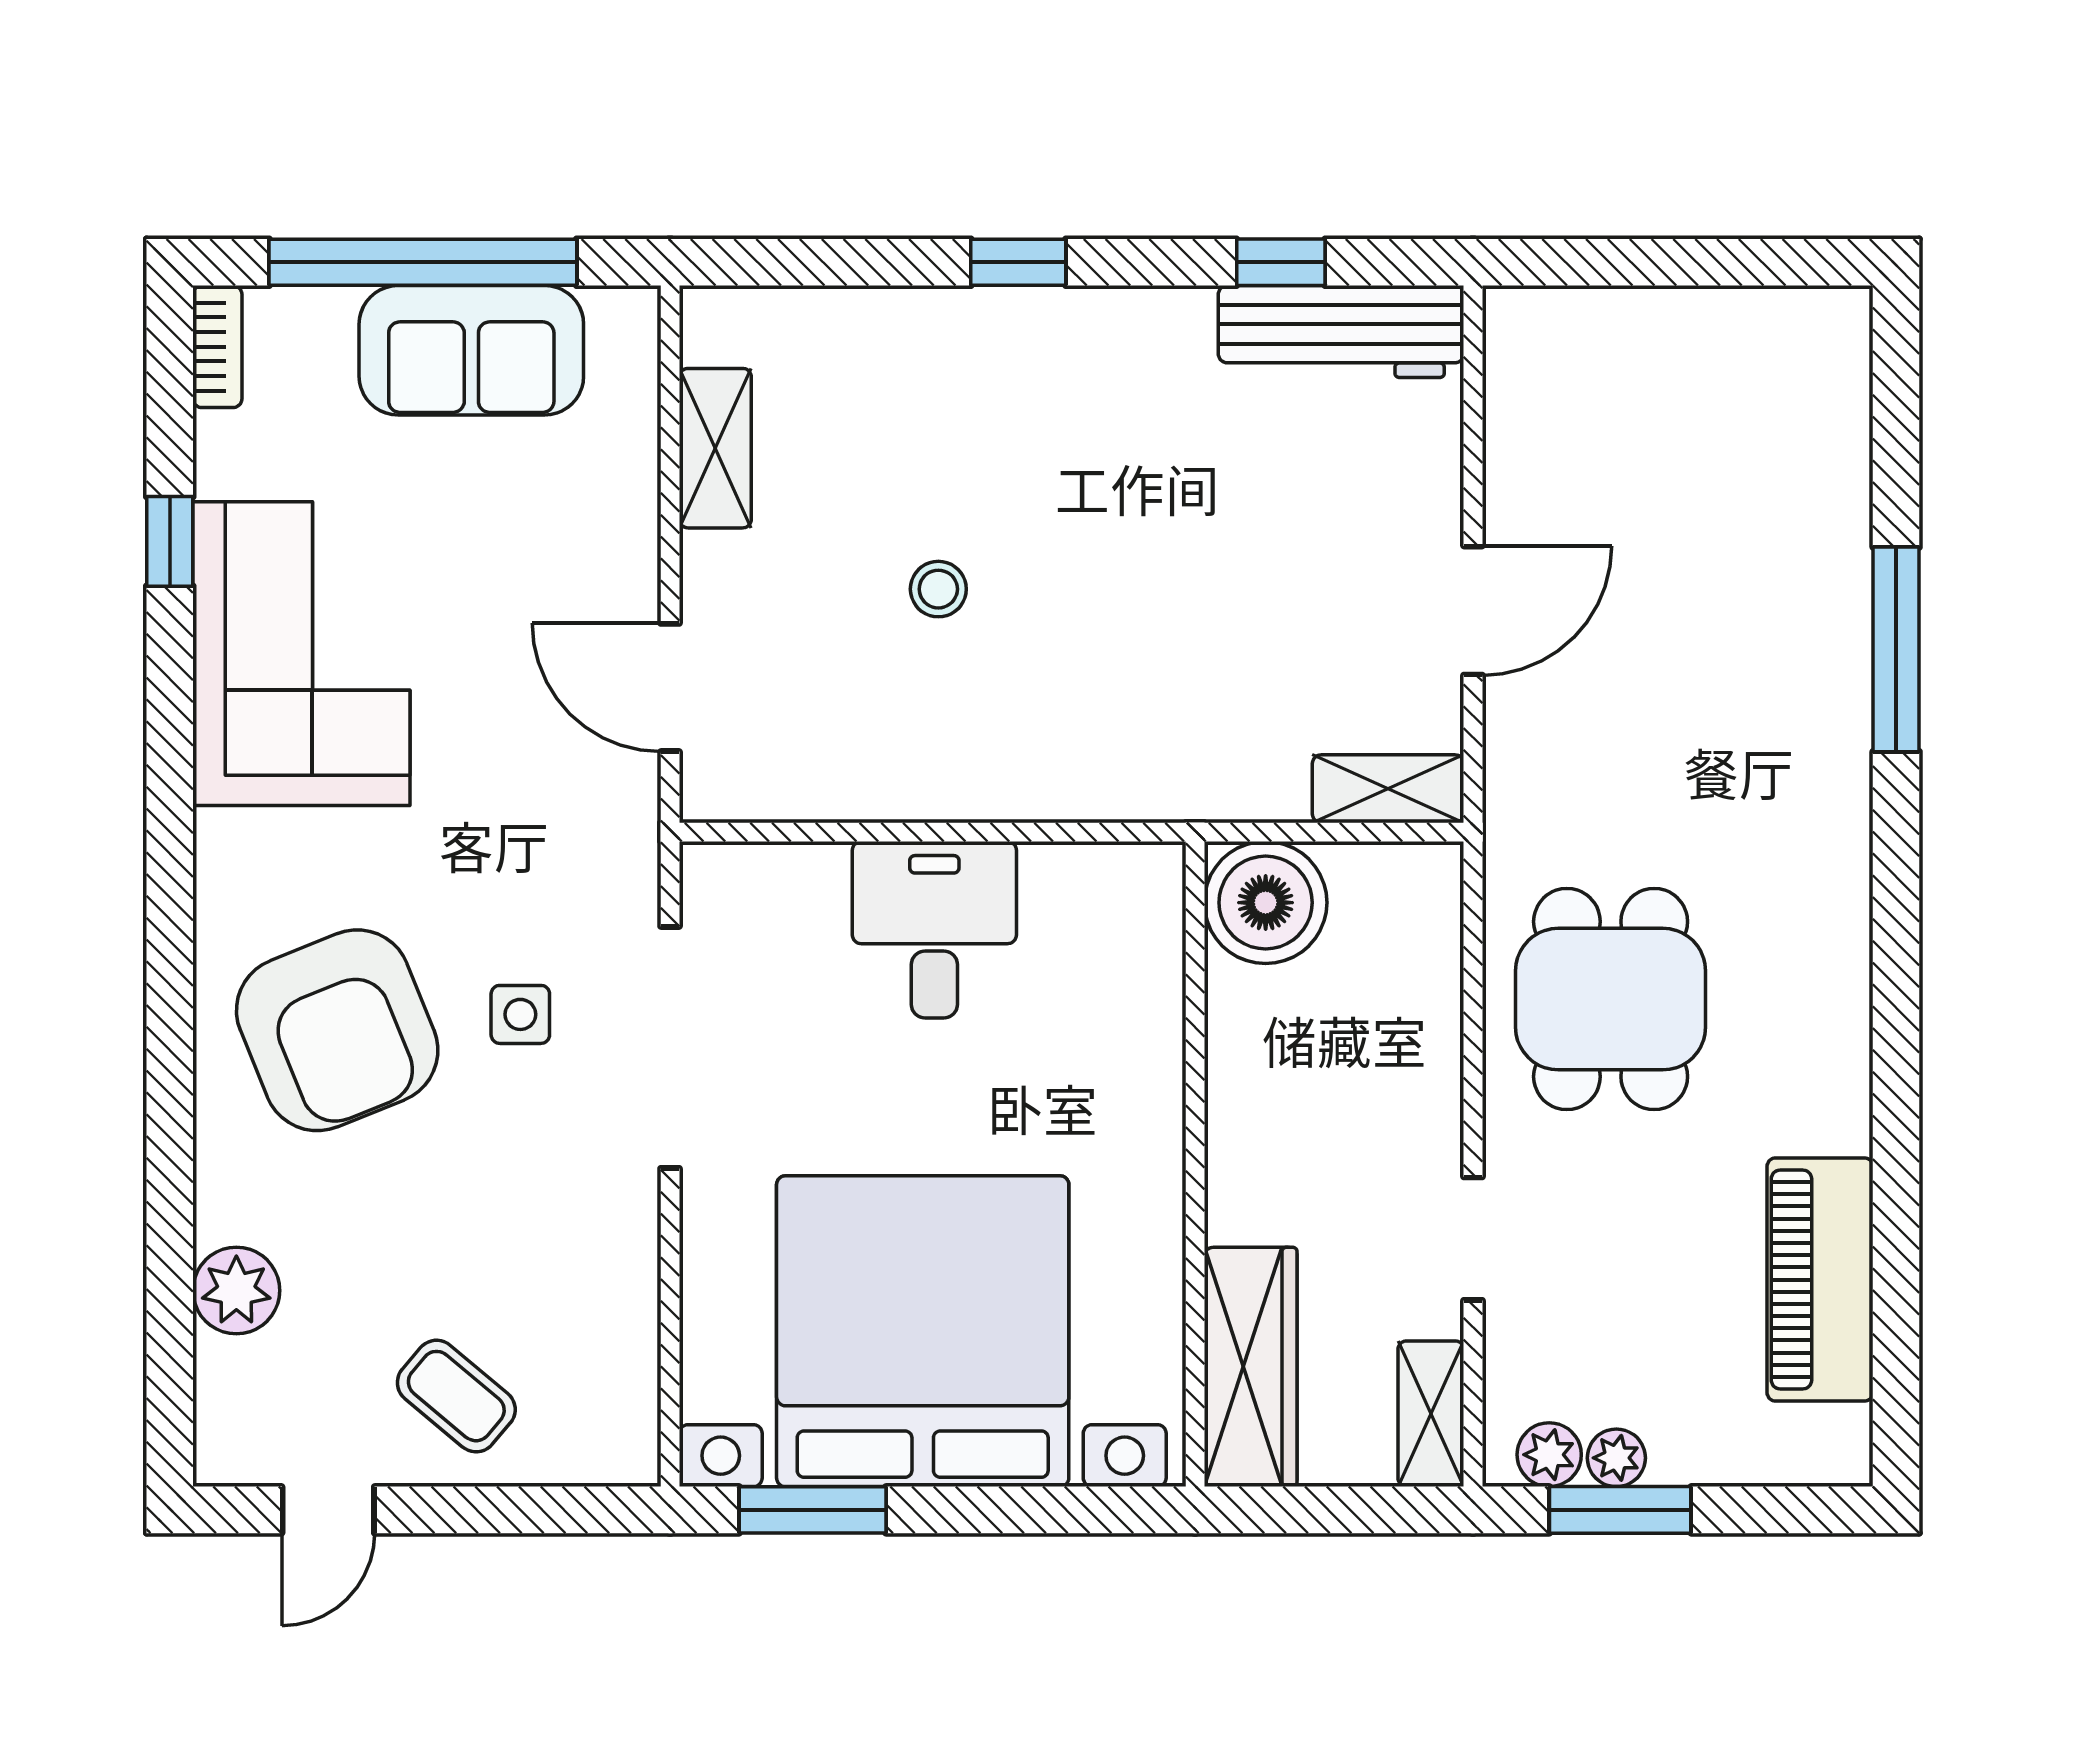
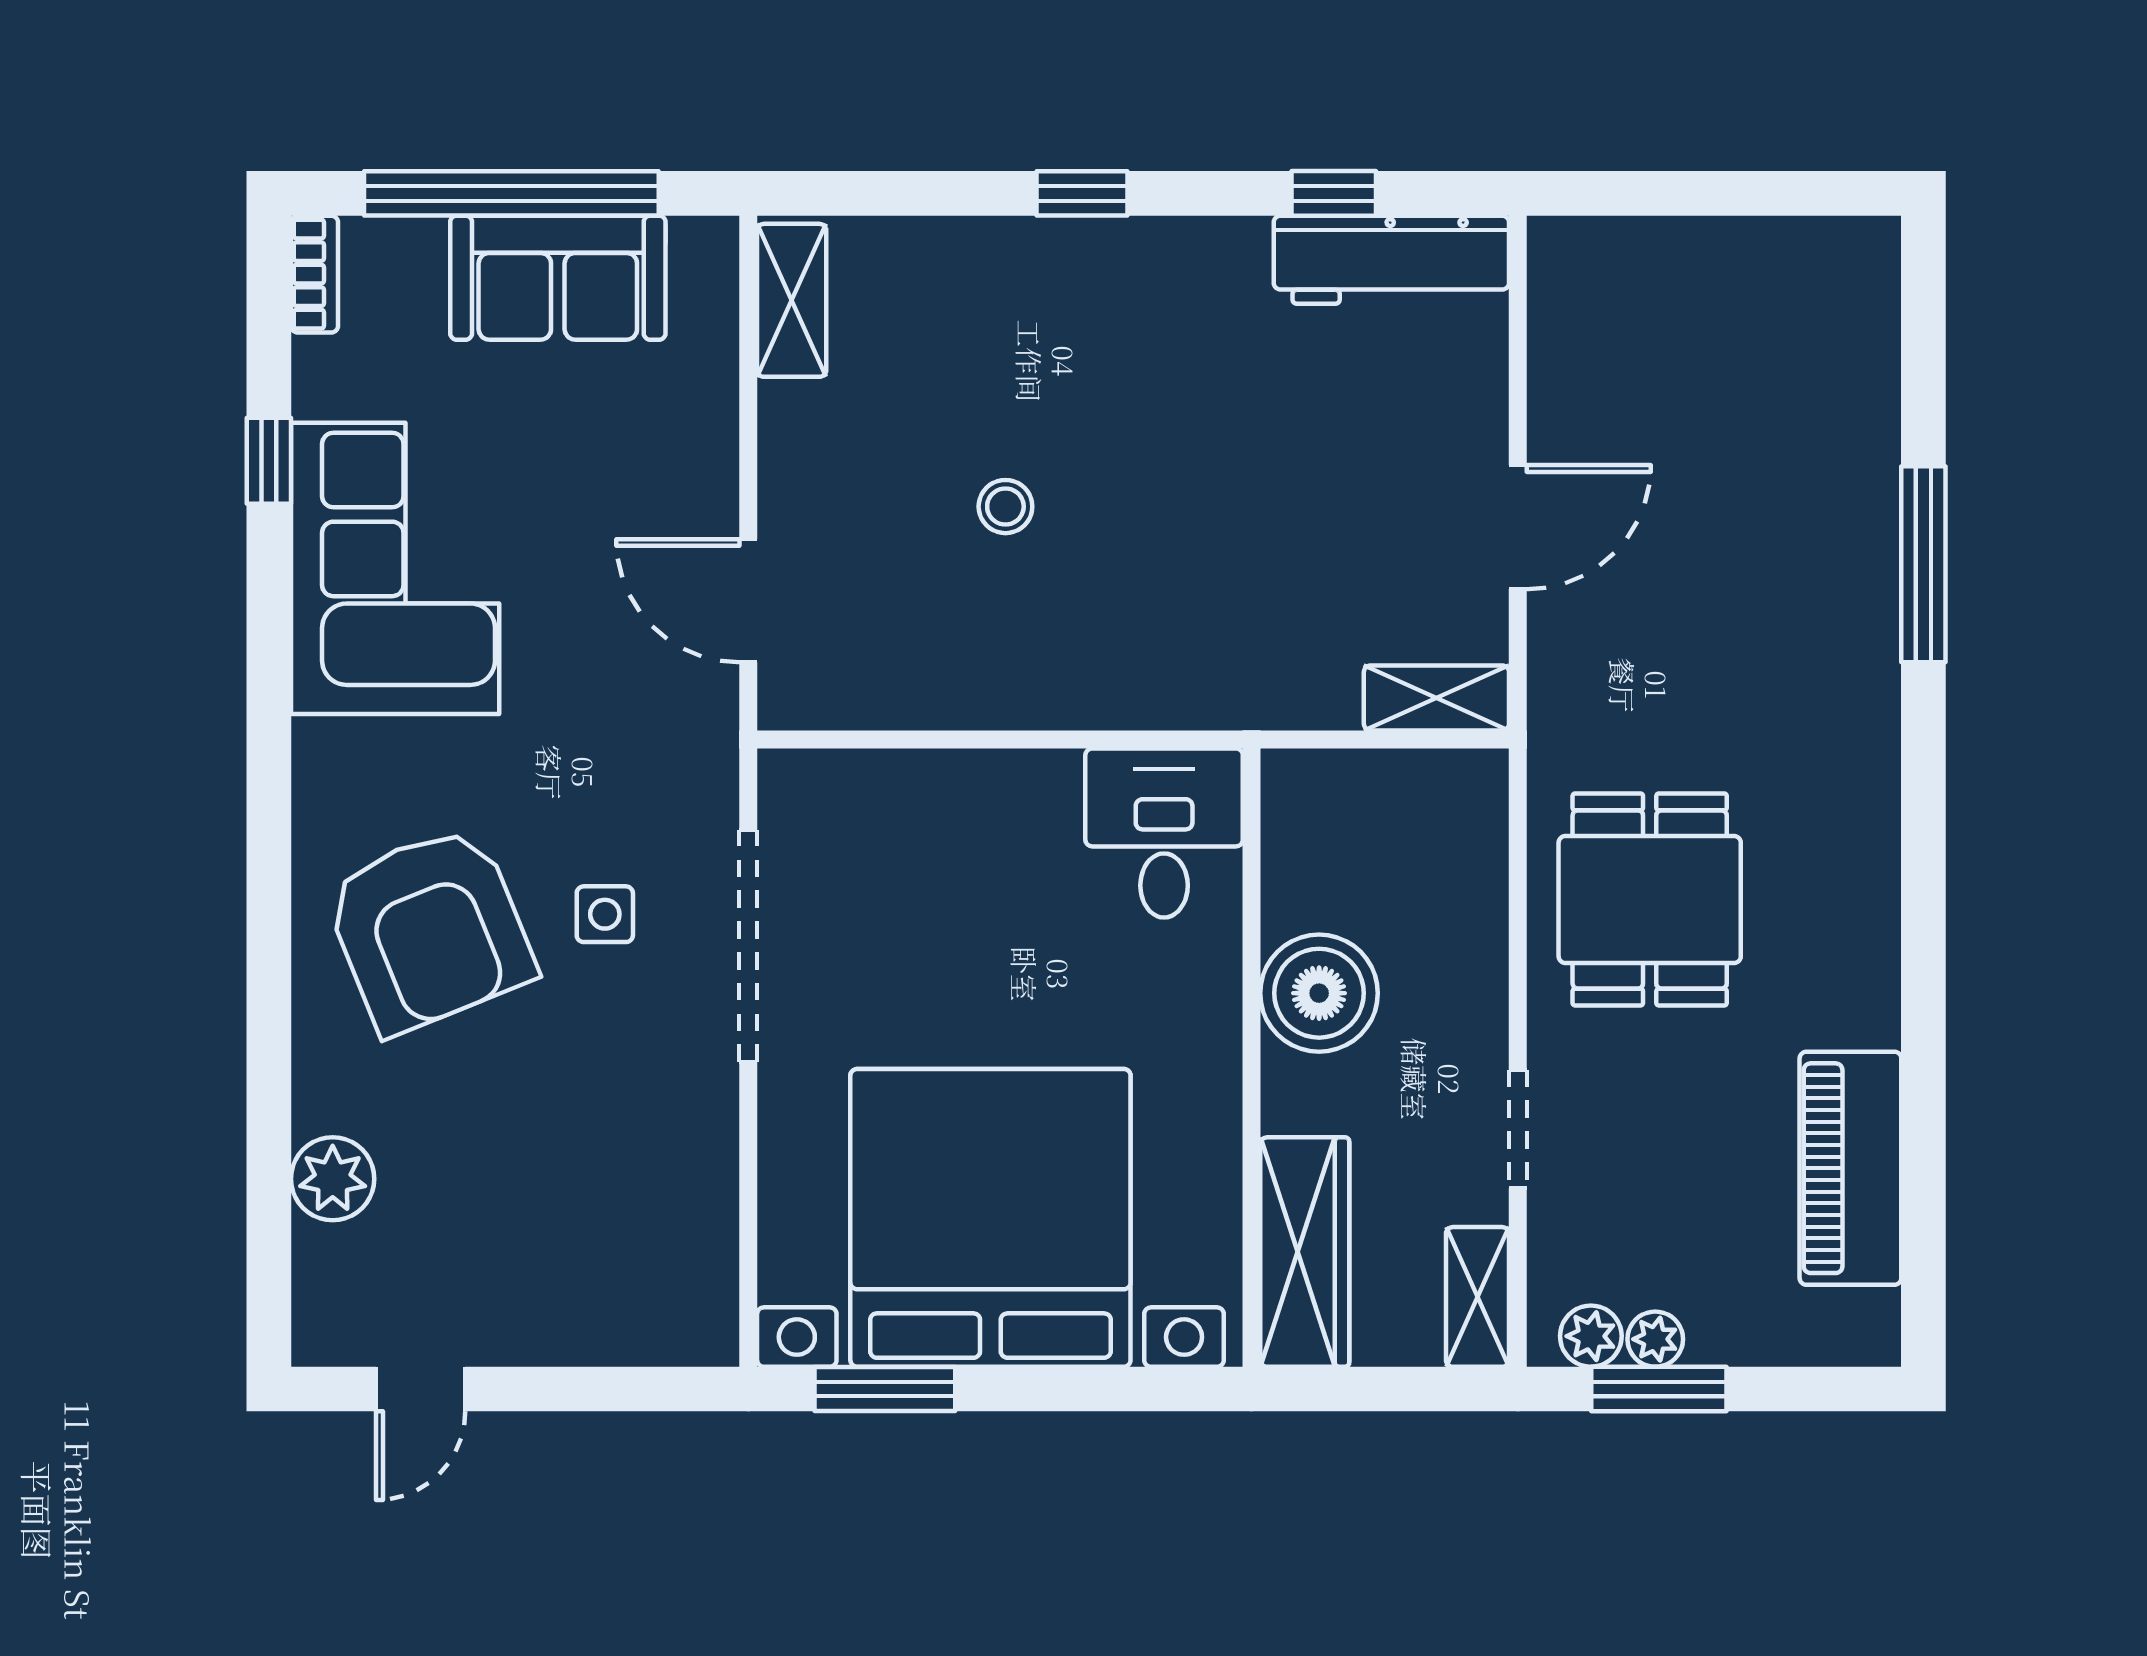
shelving: (715, 448) -> (792, 300), moved
boiler: (1266, 903) -> (1319, 993), moved
desk: (934, 930) -> (1164, 833), moved
coffee table: (456, 1396) -> (543, 1280), removed

